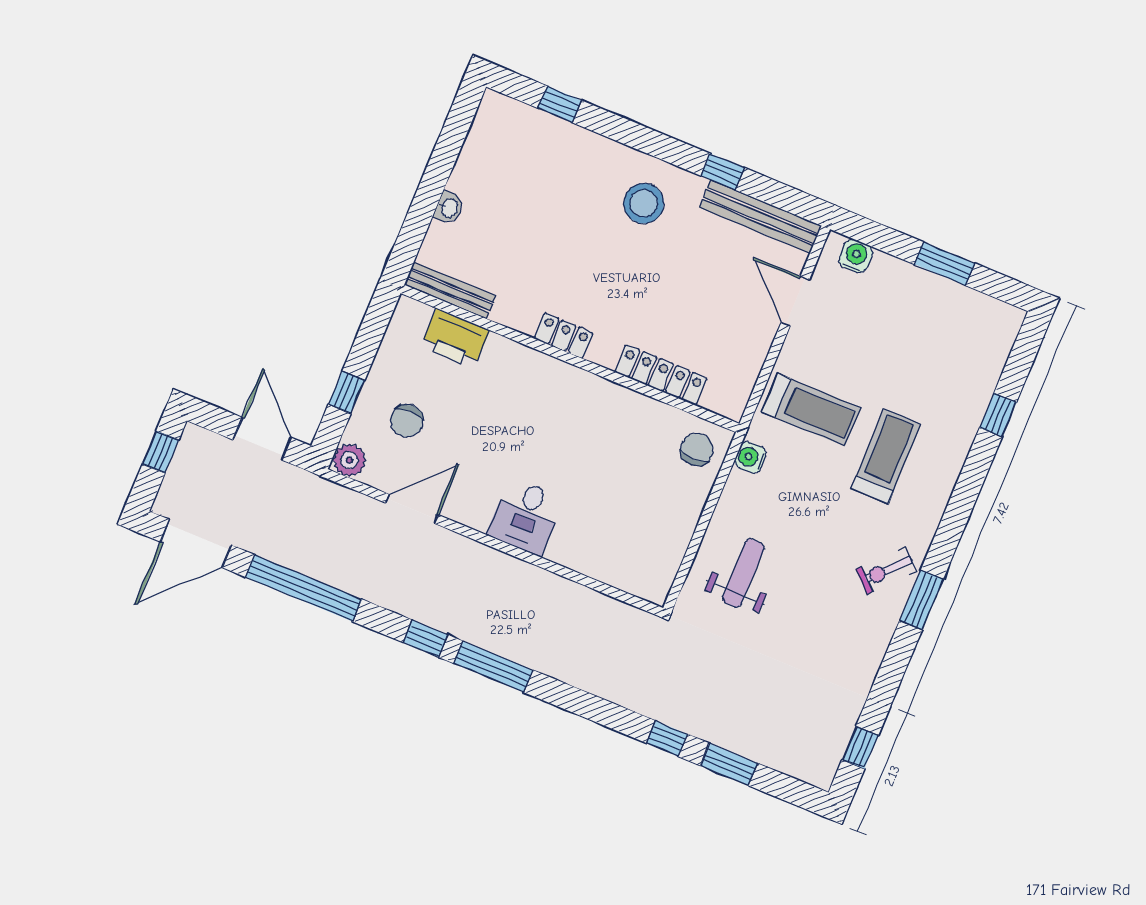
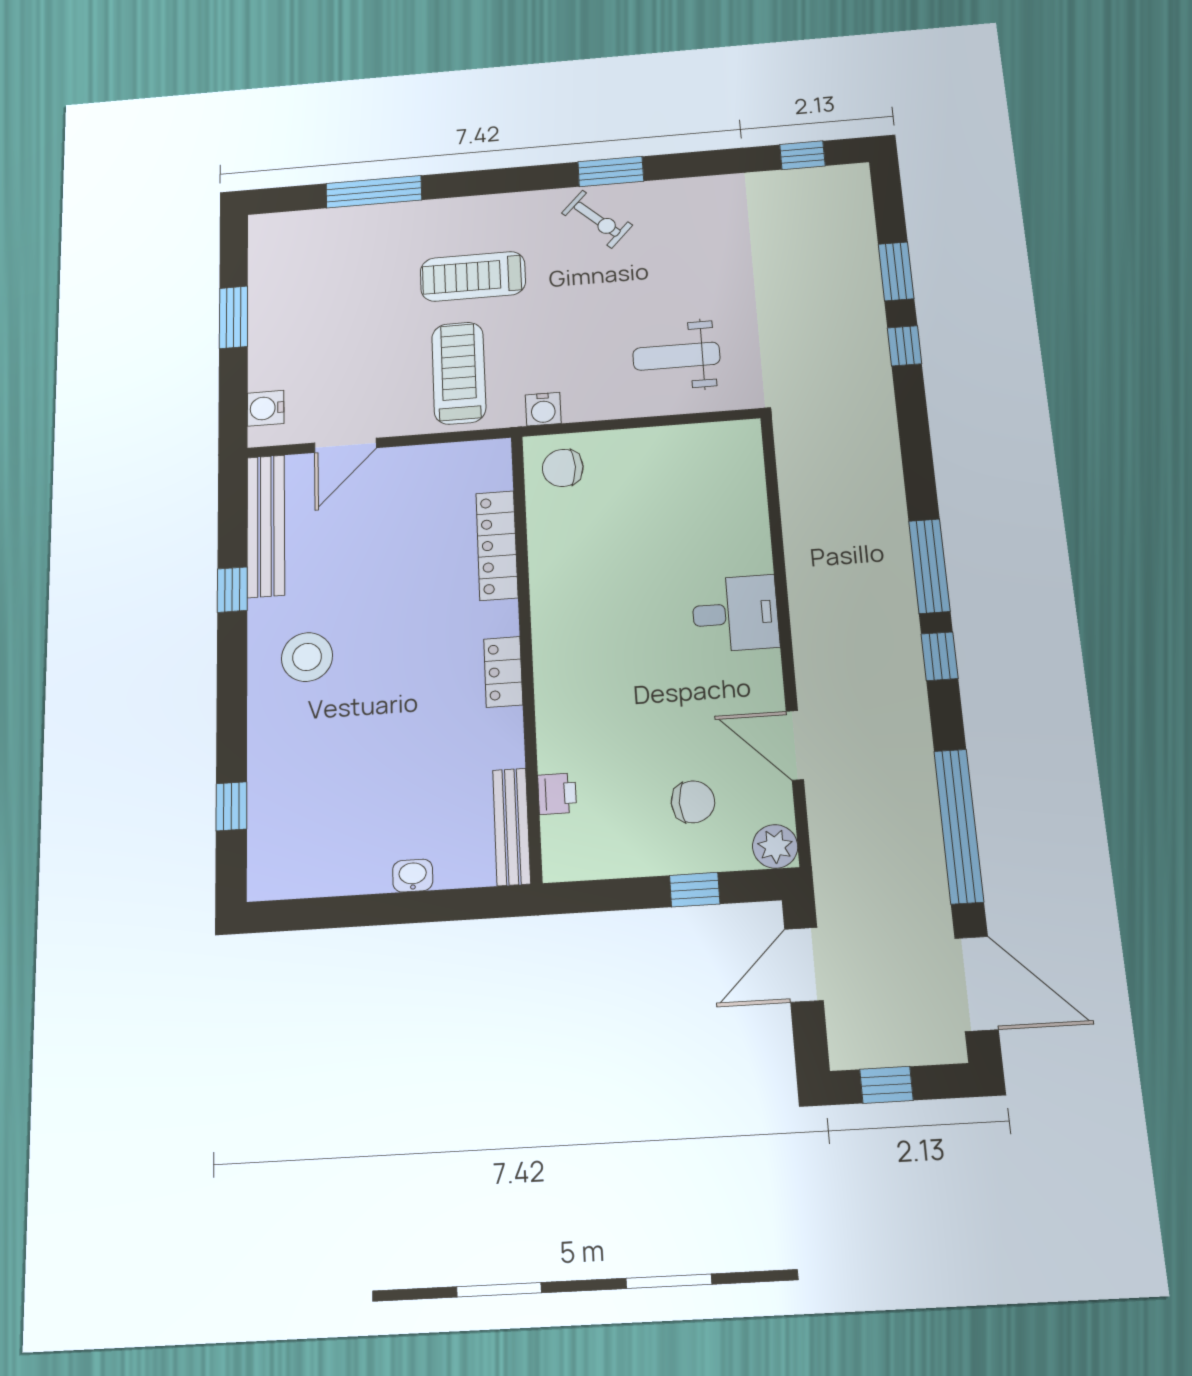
printer: (455, 338) -> (557, 794), width x0.53, depth x0.68
window: (998, 415) -> (374, 192), width x2.17

